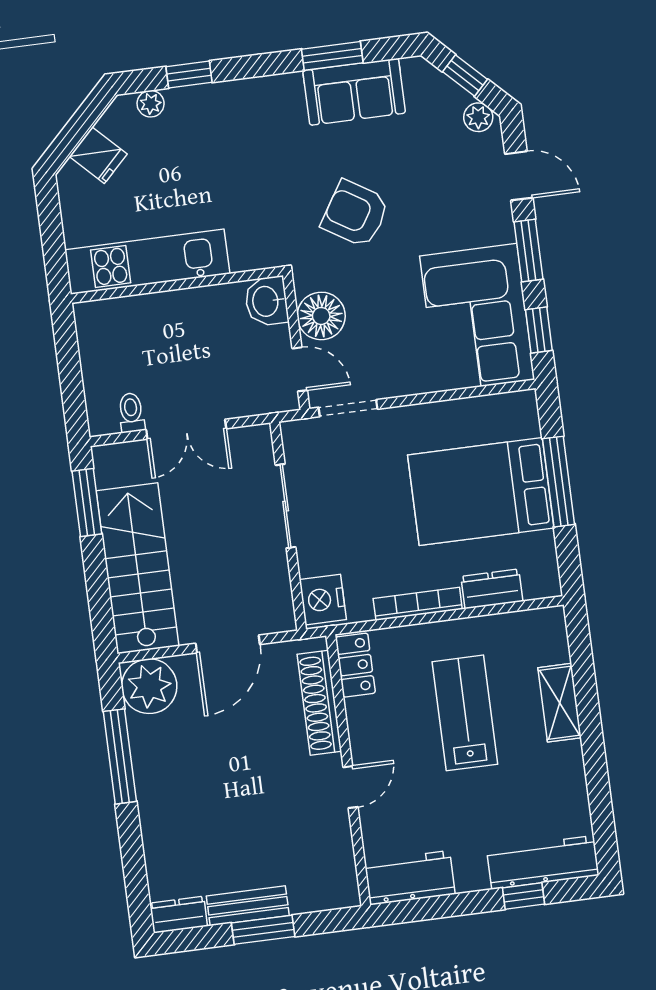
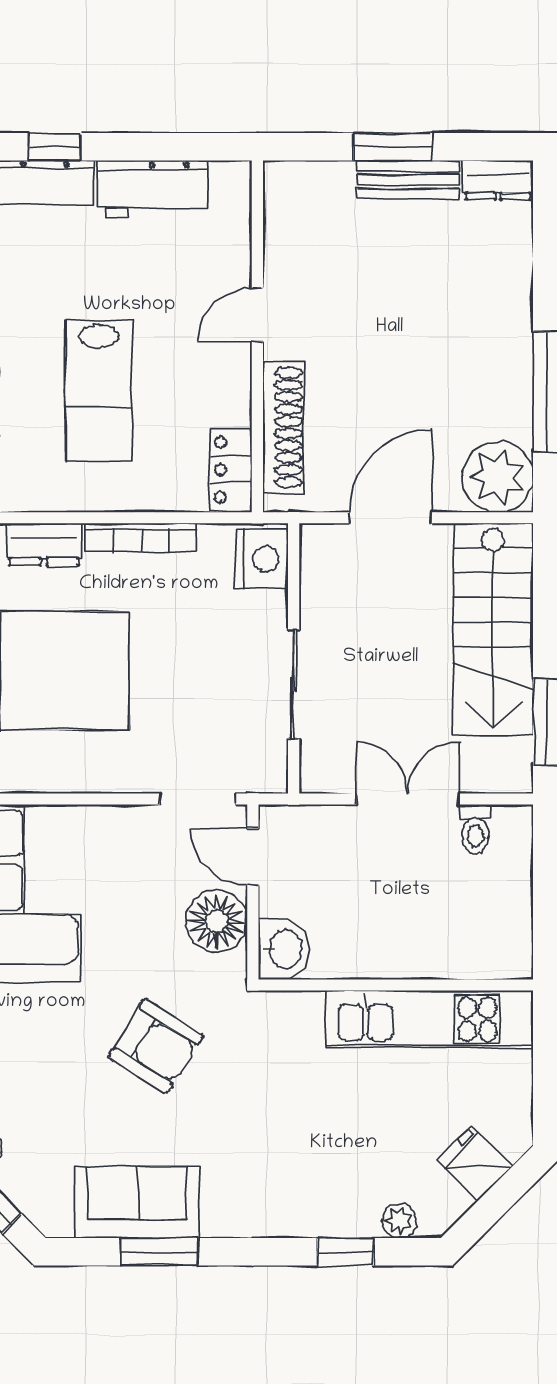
workbench: (410, 878) -> (153, 189), moved

